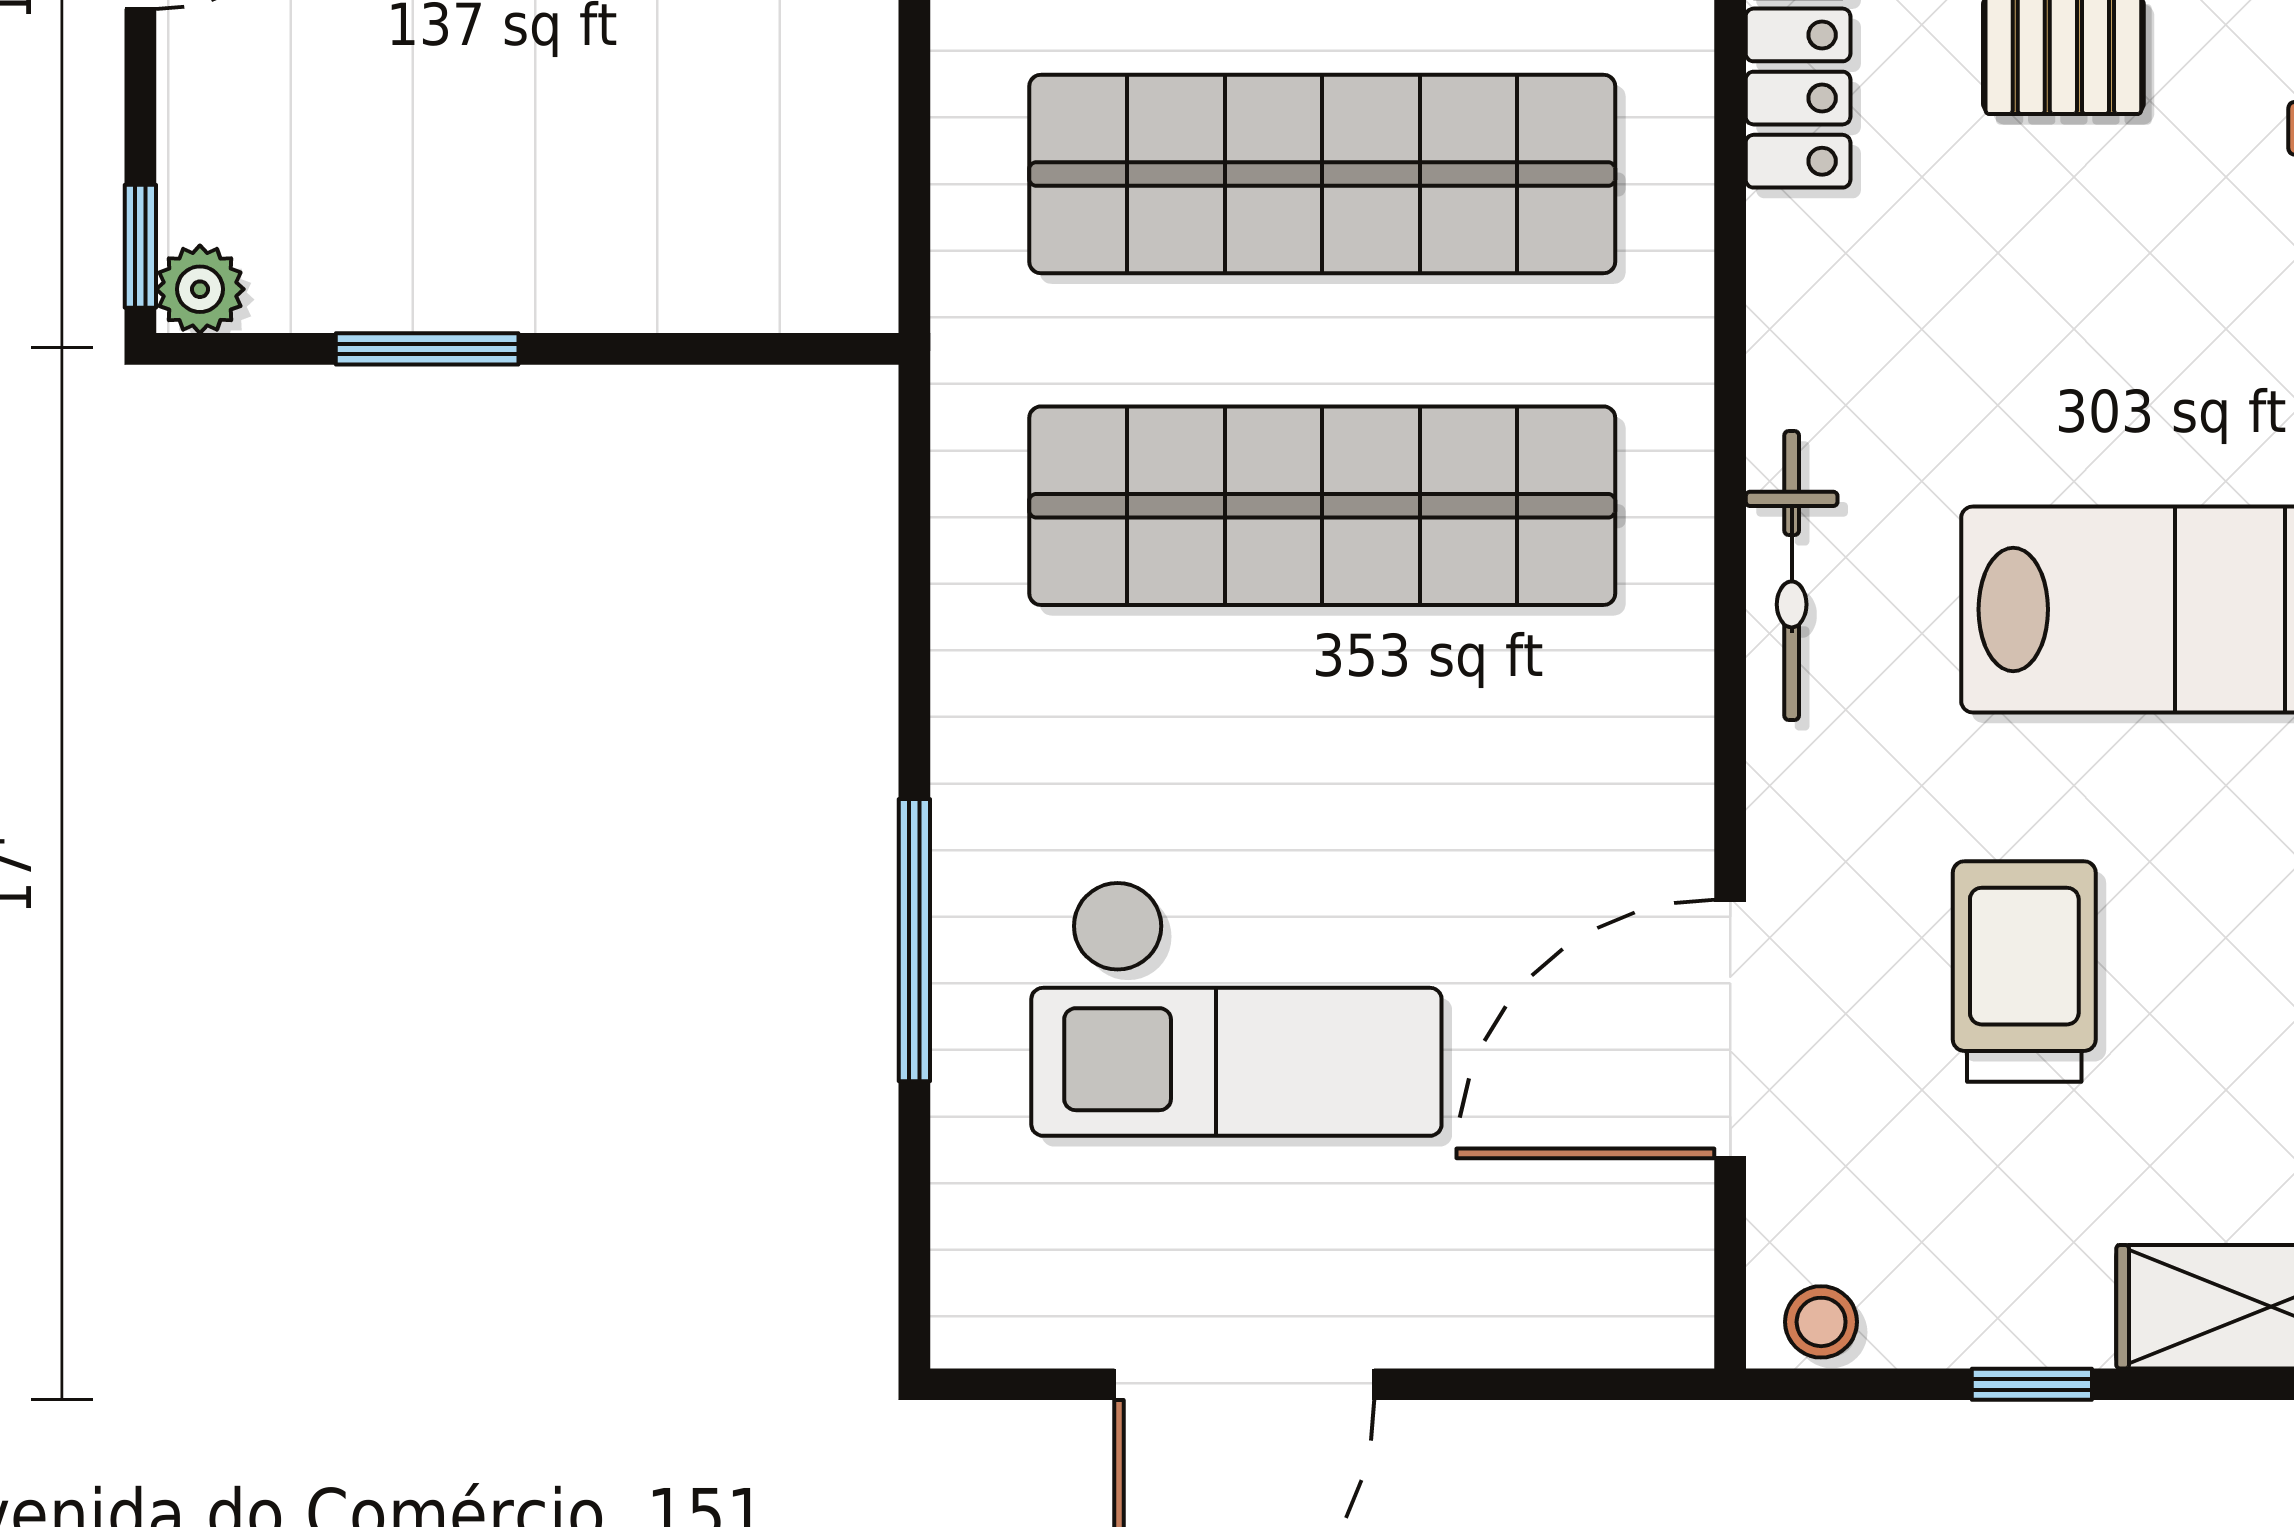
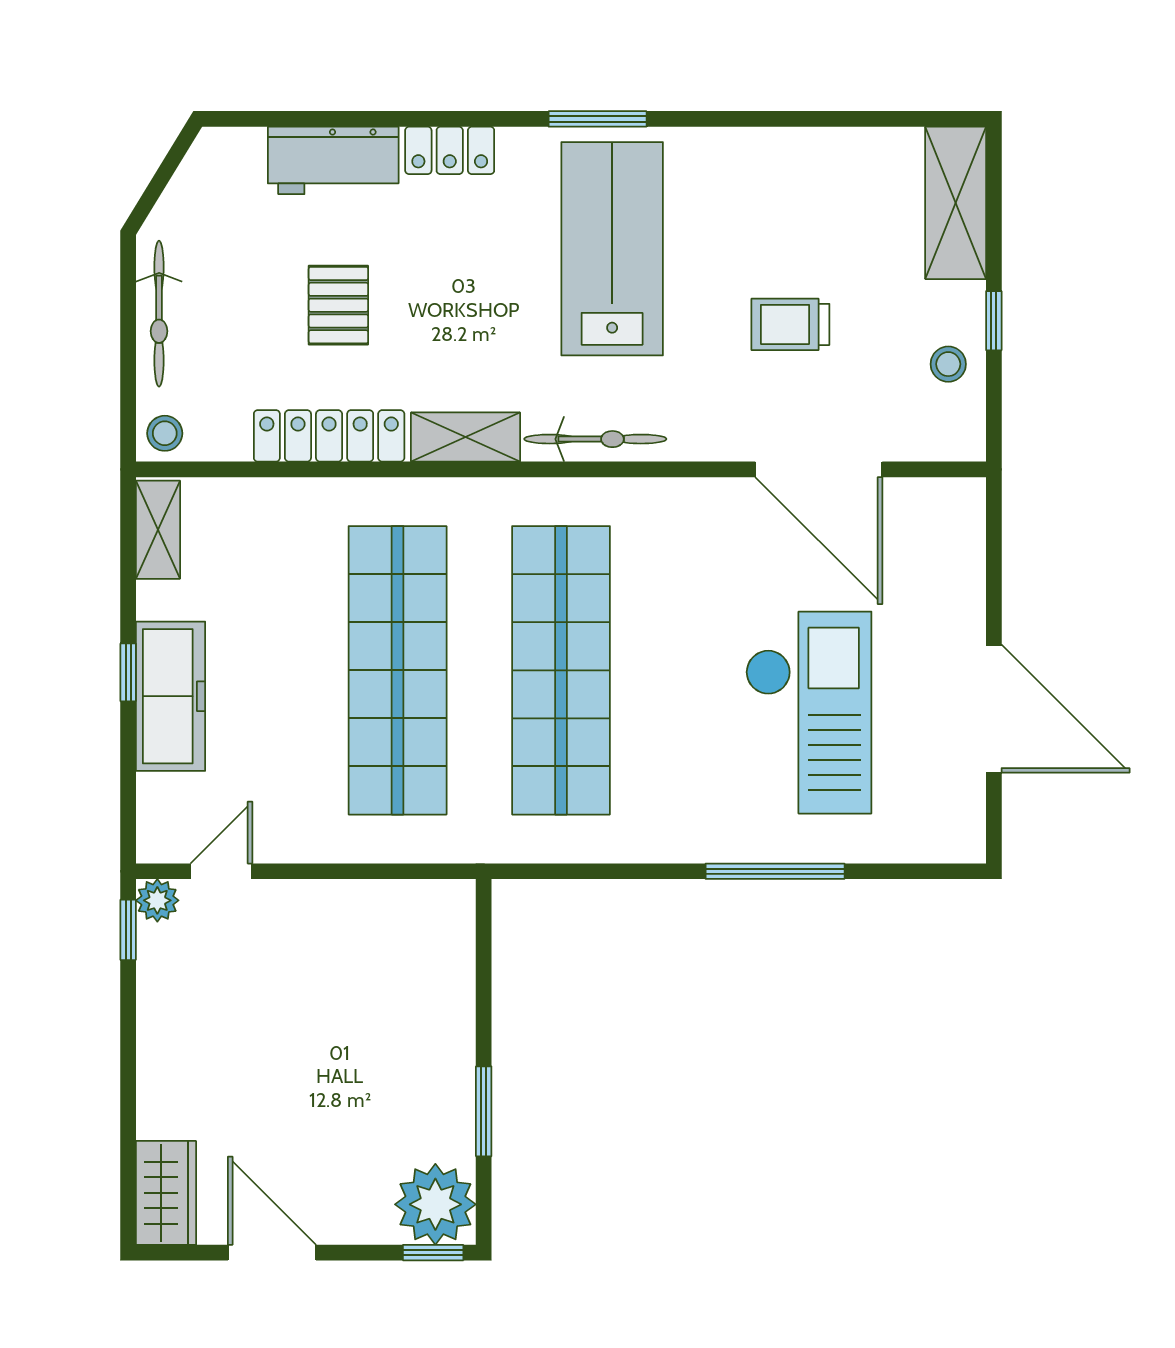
plant: (200, 289) -> (435, 1204), width x1.88, depth x1.88
shelving: (1796, 312) -> (465, 437), added
trolley: (2024, 972) -> (790, 324), width x0.73, depth x0.72
stool: (1821, 1322) -> (948, 364), moved

